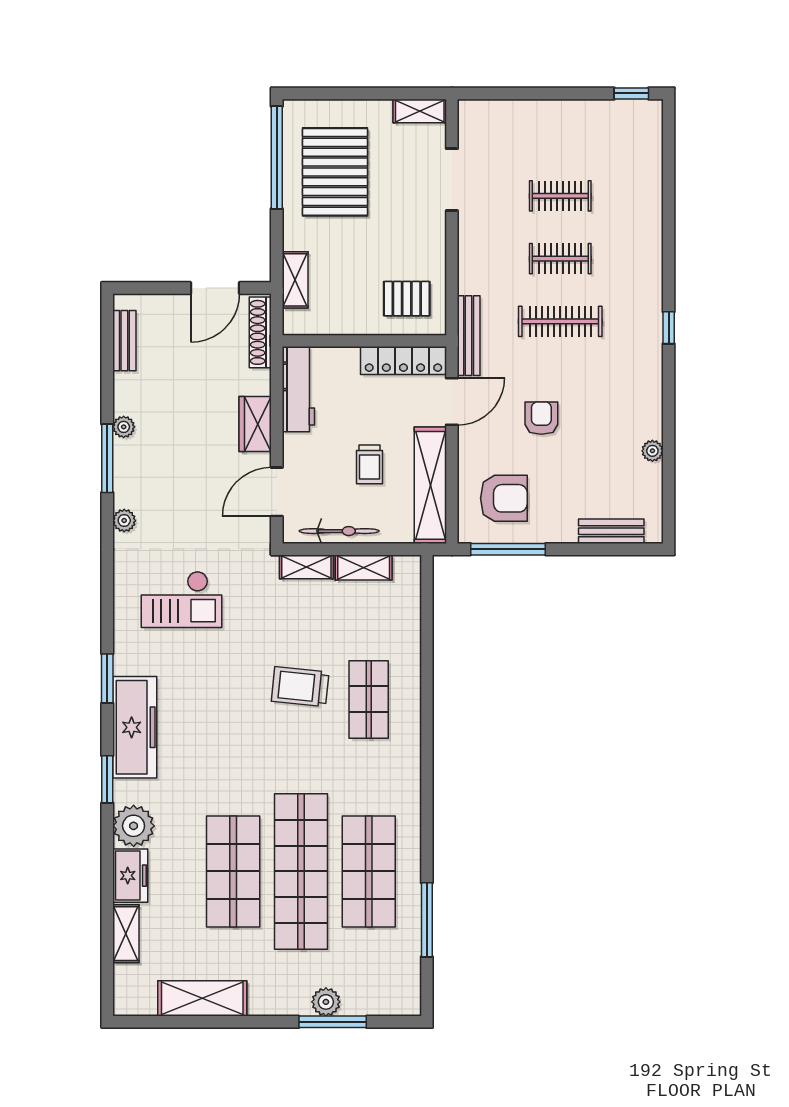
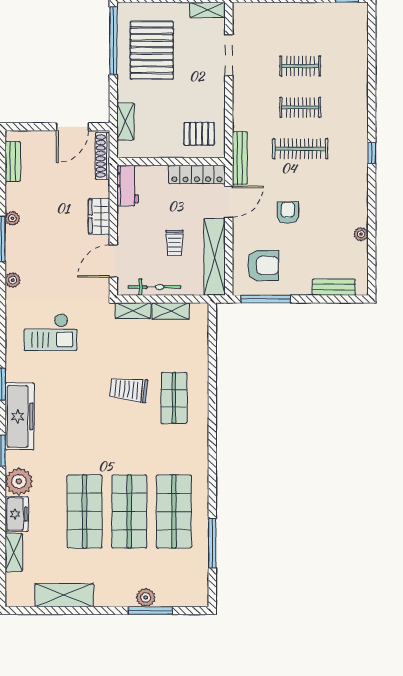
workbench: (298, 389) -> (128, 186), width x0.73
shop shelf: (301, 871) -> (129, 511), width x0.71

